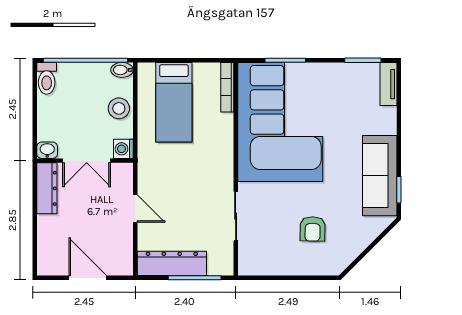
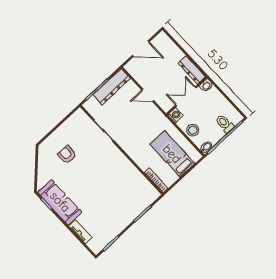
toilet: (47, 78) -> (225, 124), moved
tv unit: (388, 84) -> (80, 232), moved
corner sofa: (280, 122) -> (121, 186), removed

